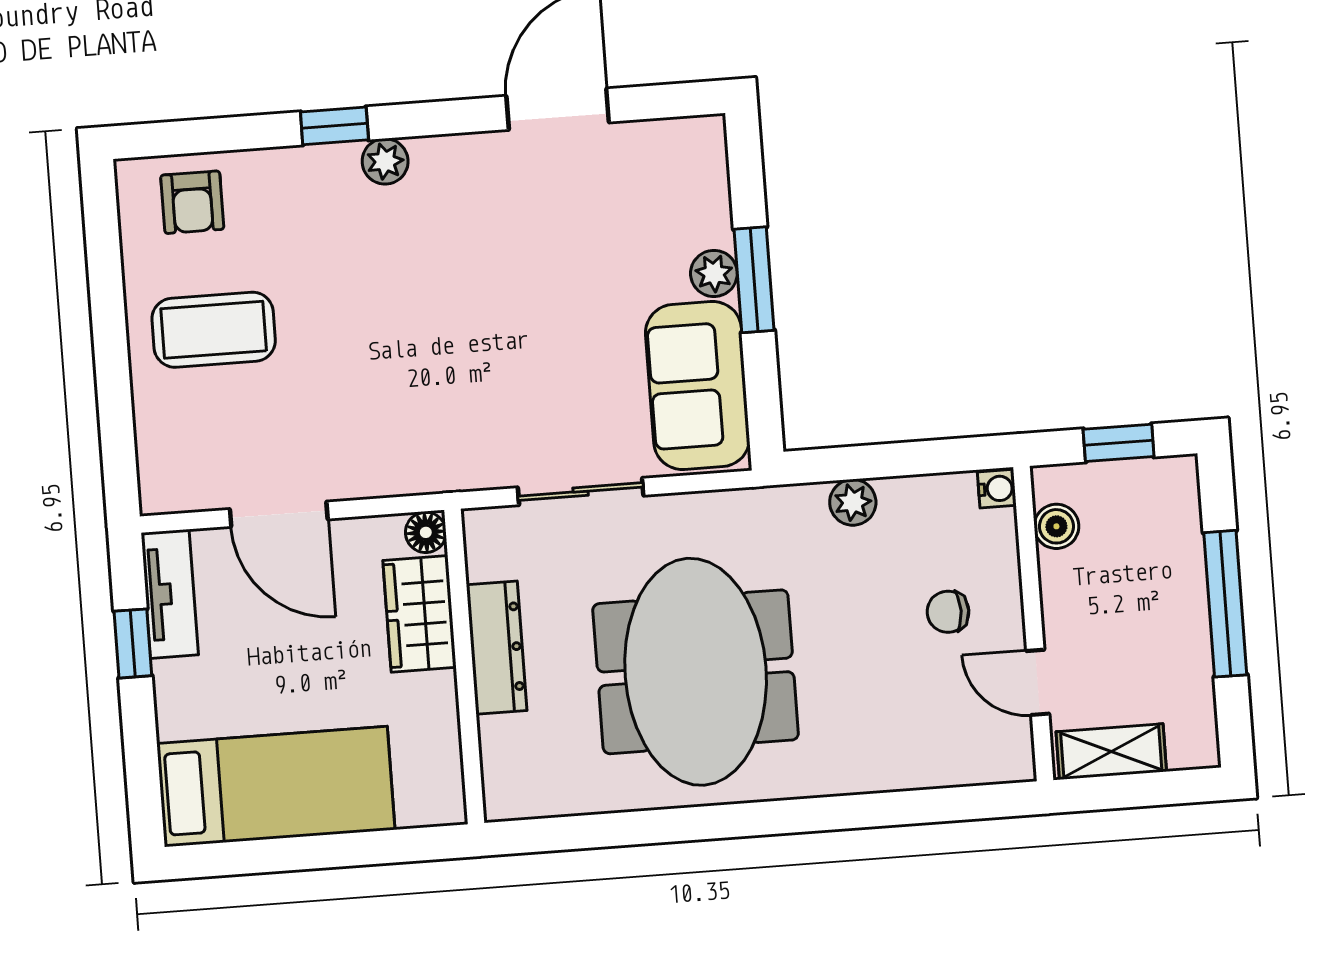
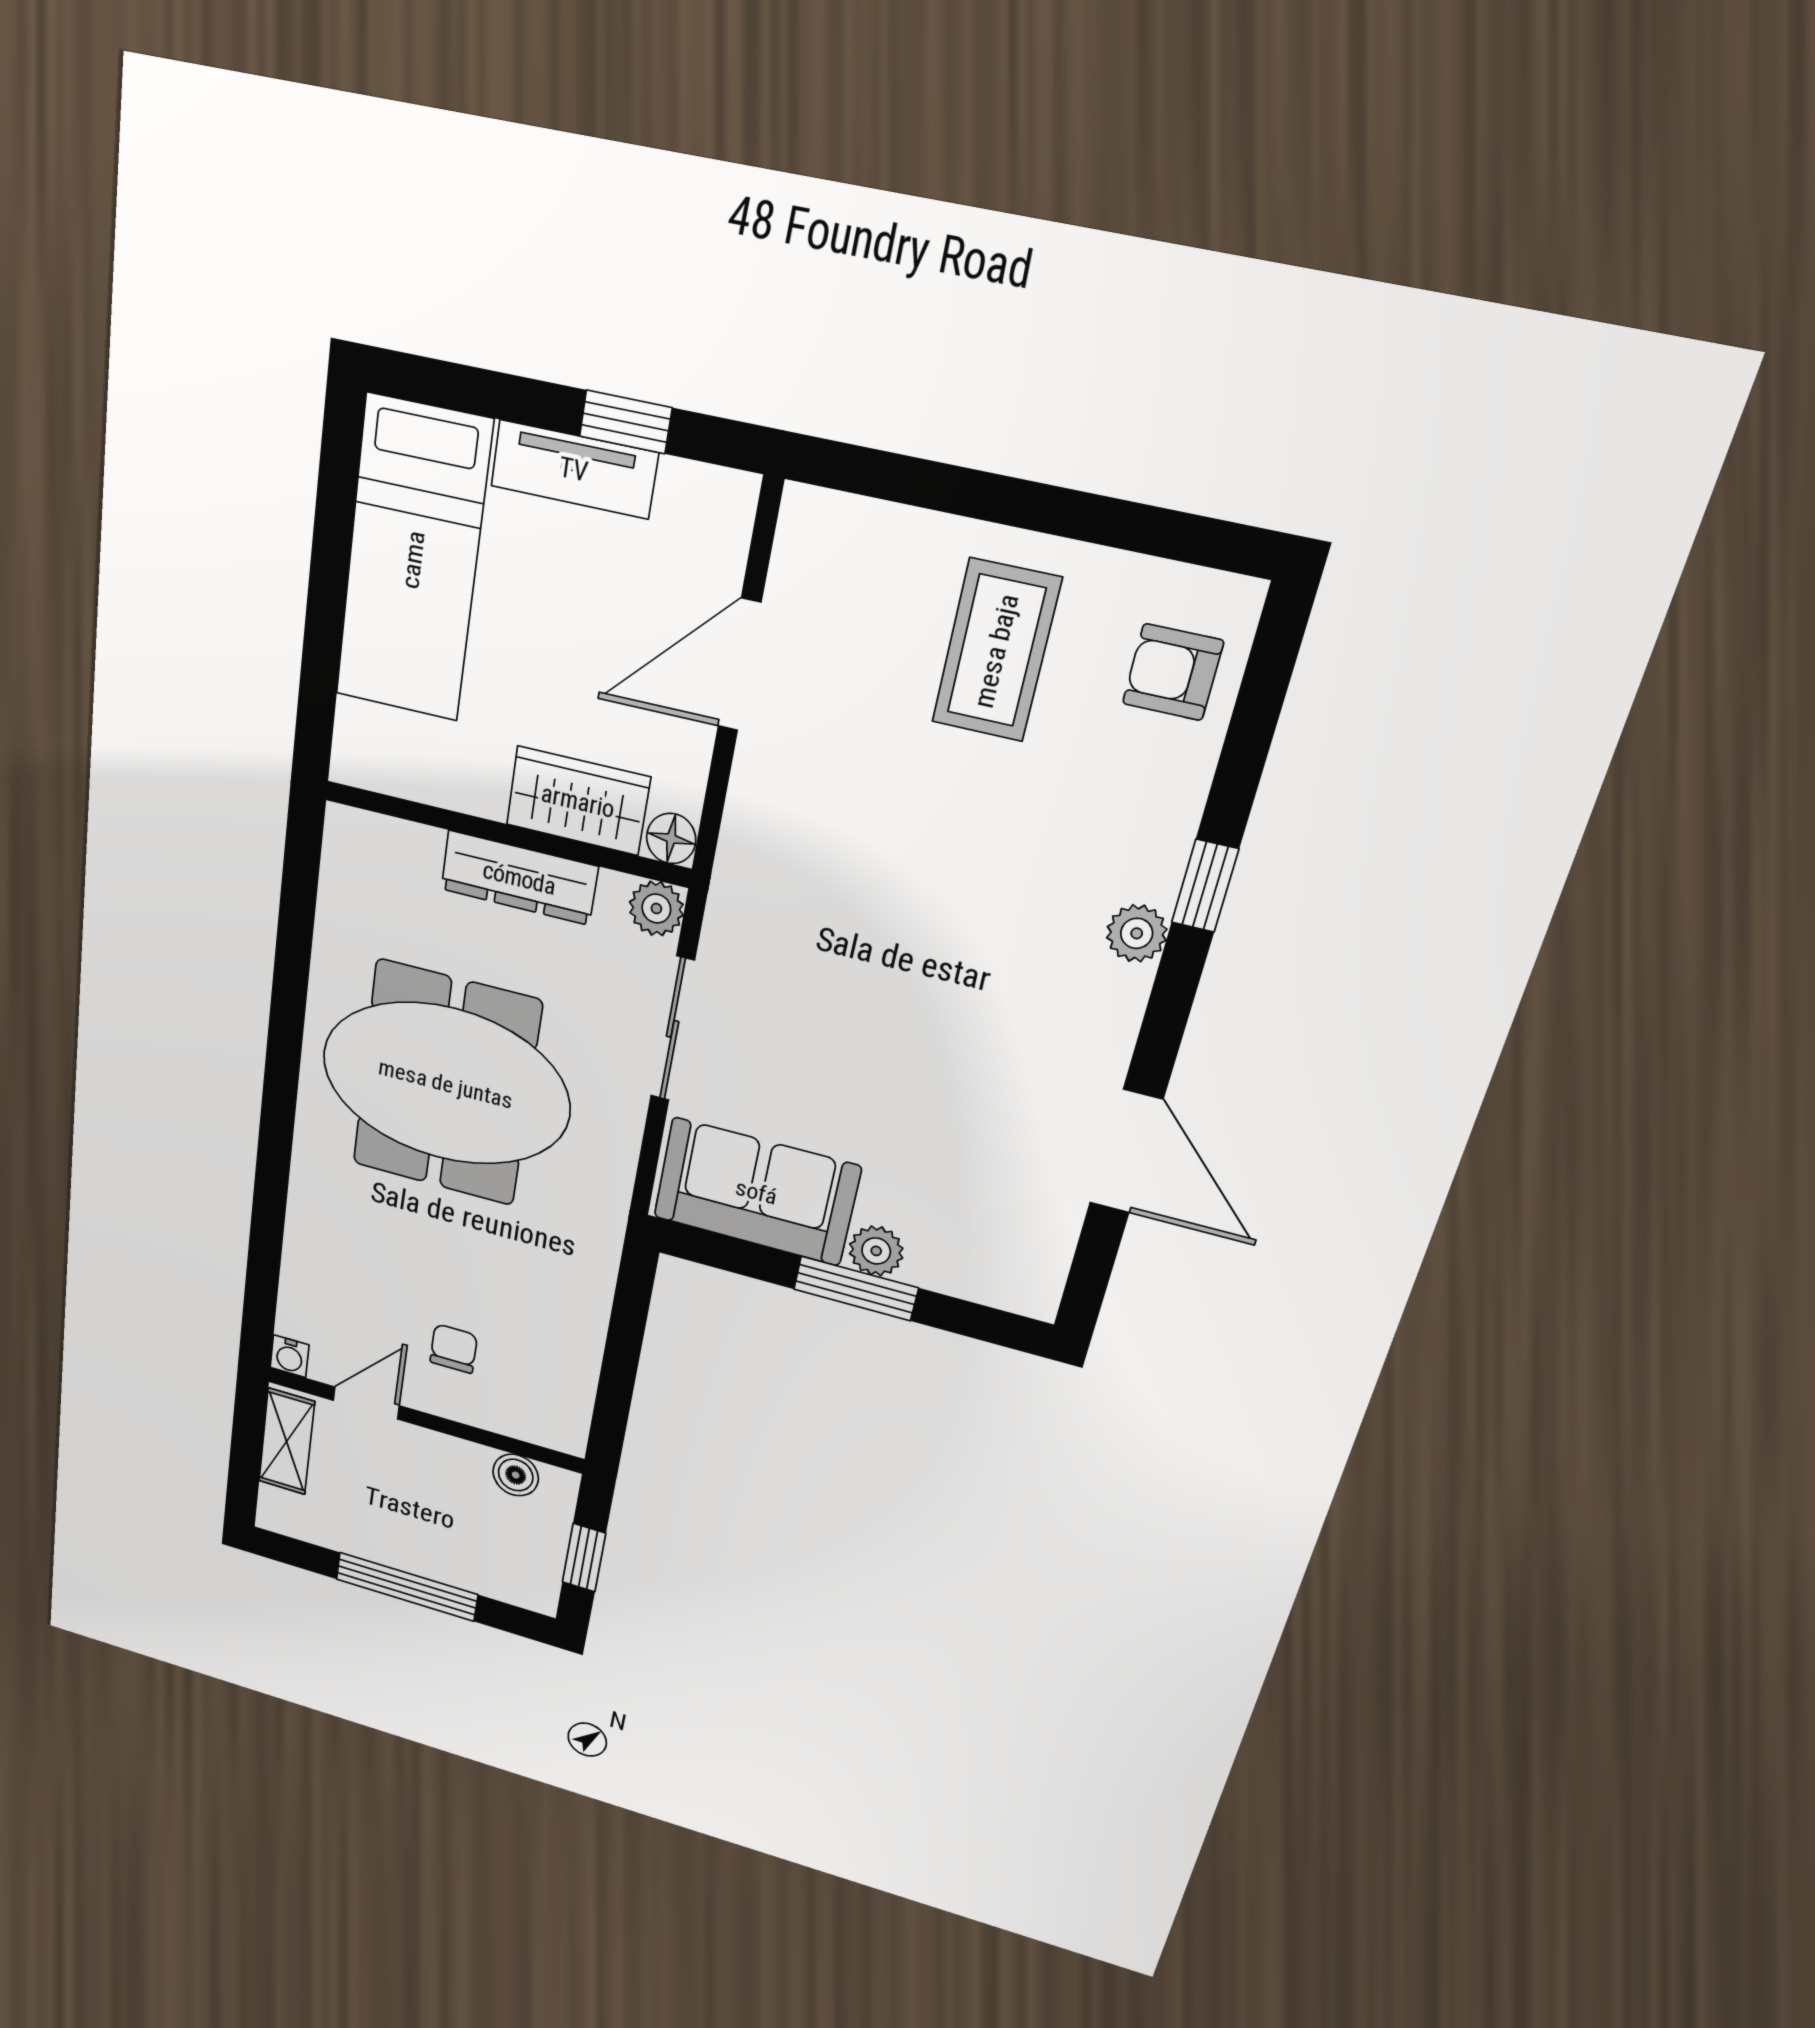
water cooler: (997, 489) -> (290, 1356), moved
plant: (853, 502) -> (656, 909), moved
tv unit: (170, 594) -> (574, 469), moved

